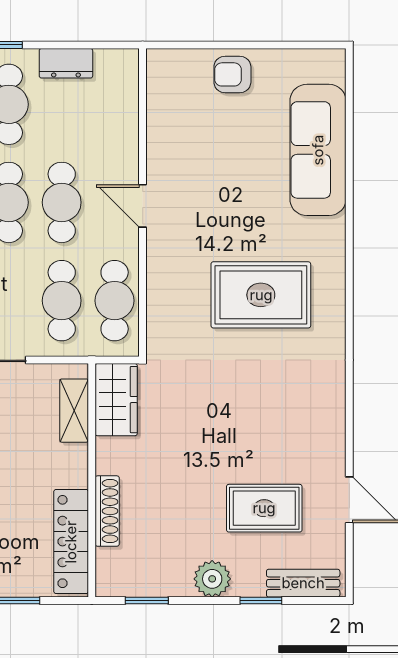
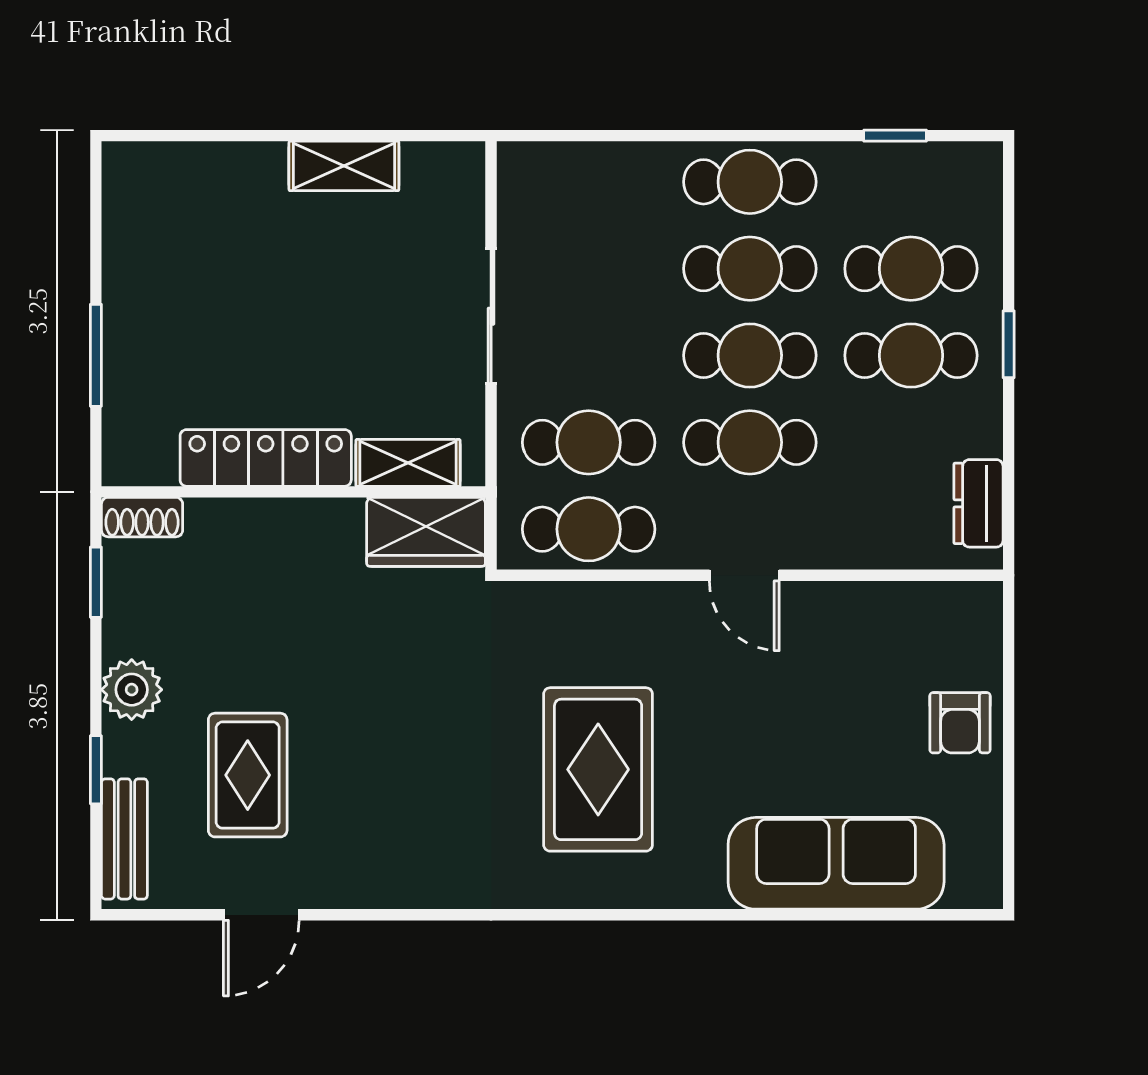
dresser: (66, 63) -> (978, 503), moved
armchair: (232, 74) -> (960, 723), turned 180
door: (143, 206) -> (744, 575), swing flipped
shoe rack: (107, 511) -> (142, 517), moved, width x0.70
locker: (71, 542) -> (266, 458), moved

